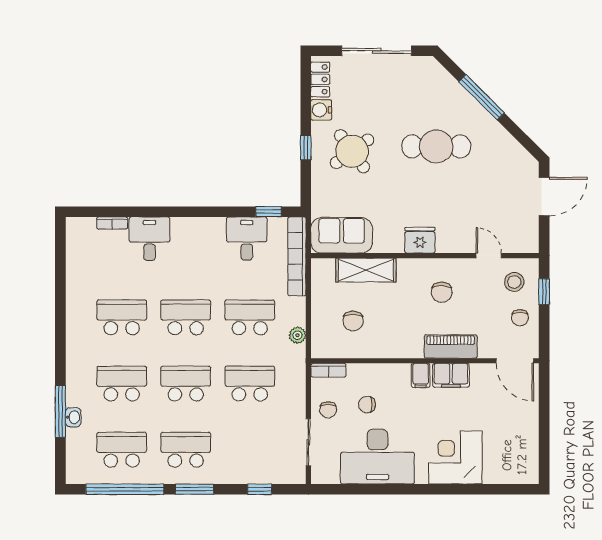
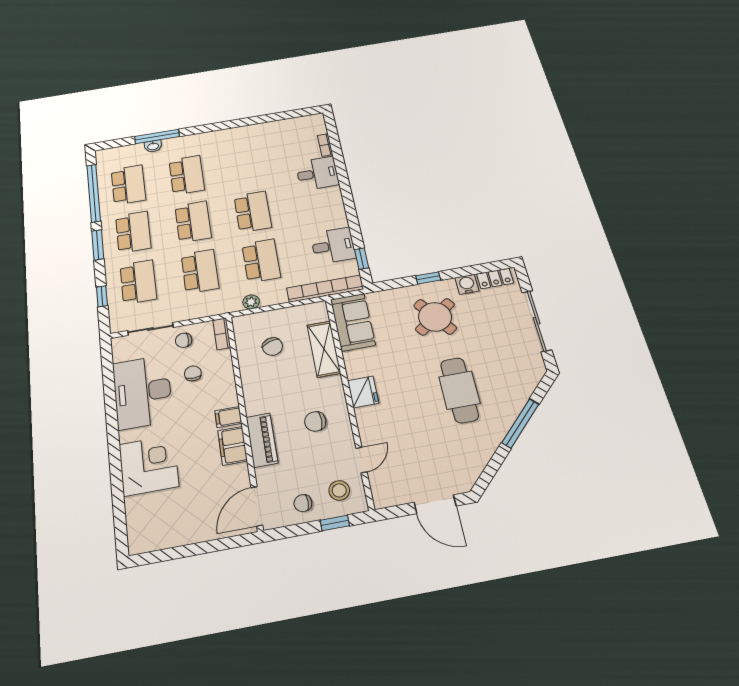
school desk: (122, 317) -> (138, 282), moved
chair: (353, 321) -> (273, 347), turned -109

